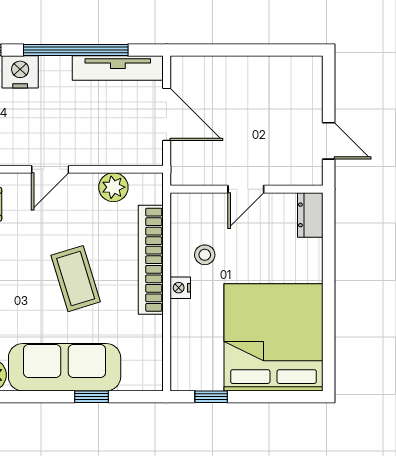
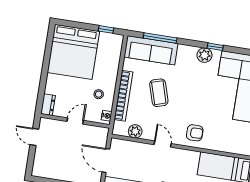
door: (50, 169) -> (163, 144), hinge flipped
nightstand: (180, 288) -> (107, 116), moved
sofa: (65, 367) -> (151, 50), moved
window: (92, 397) -> (160, 38), width x2.17

